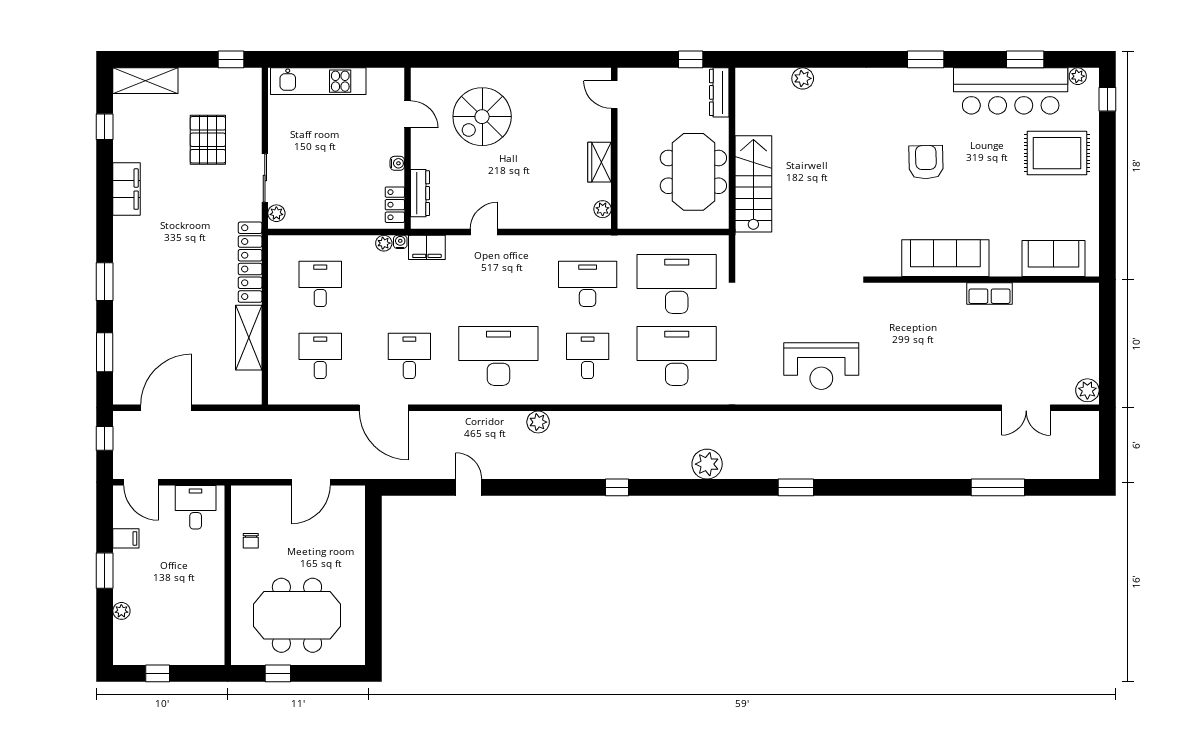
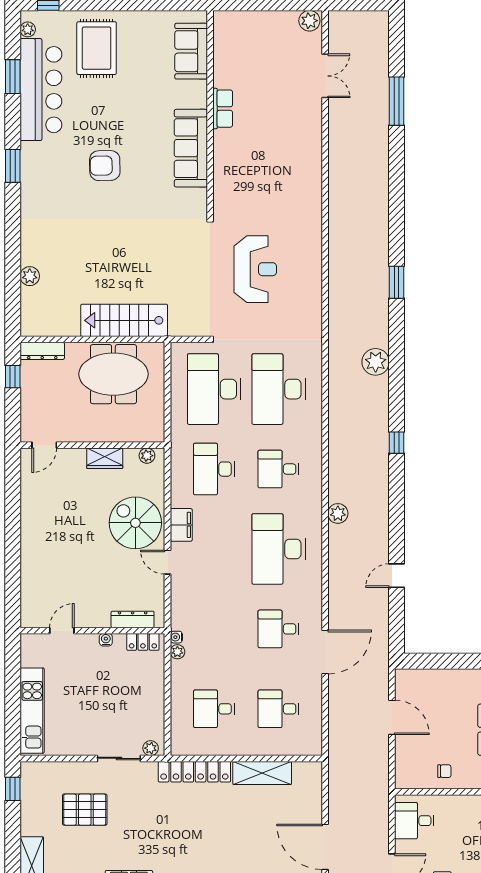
spiral stairs: (482, 117) -> (135, 523), moved, turned 180
filing cabinet: (427, 247) -> (181, 525), moved
reception desk: (821, 366) -> (255, 269), moved

